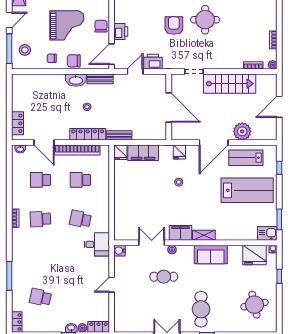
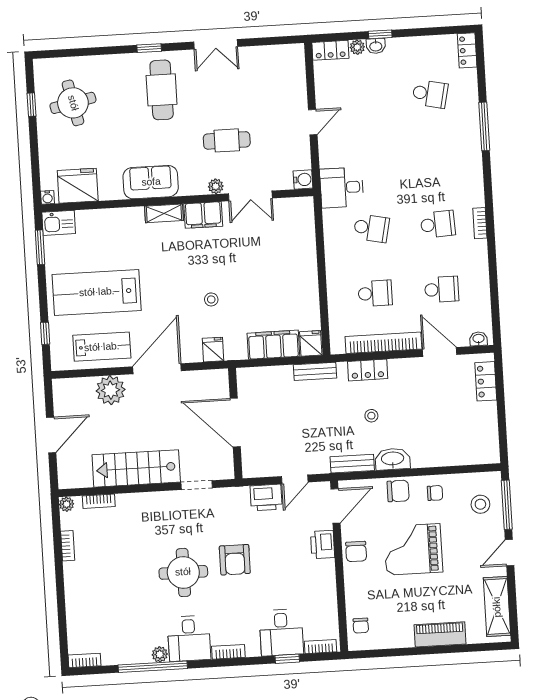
locker: (88, 134) -> (368, 370), width x0.66
window: (279, 276) -> (32, 105), moved

